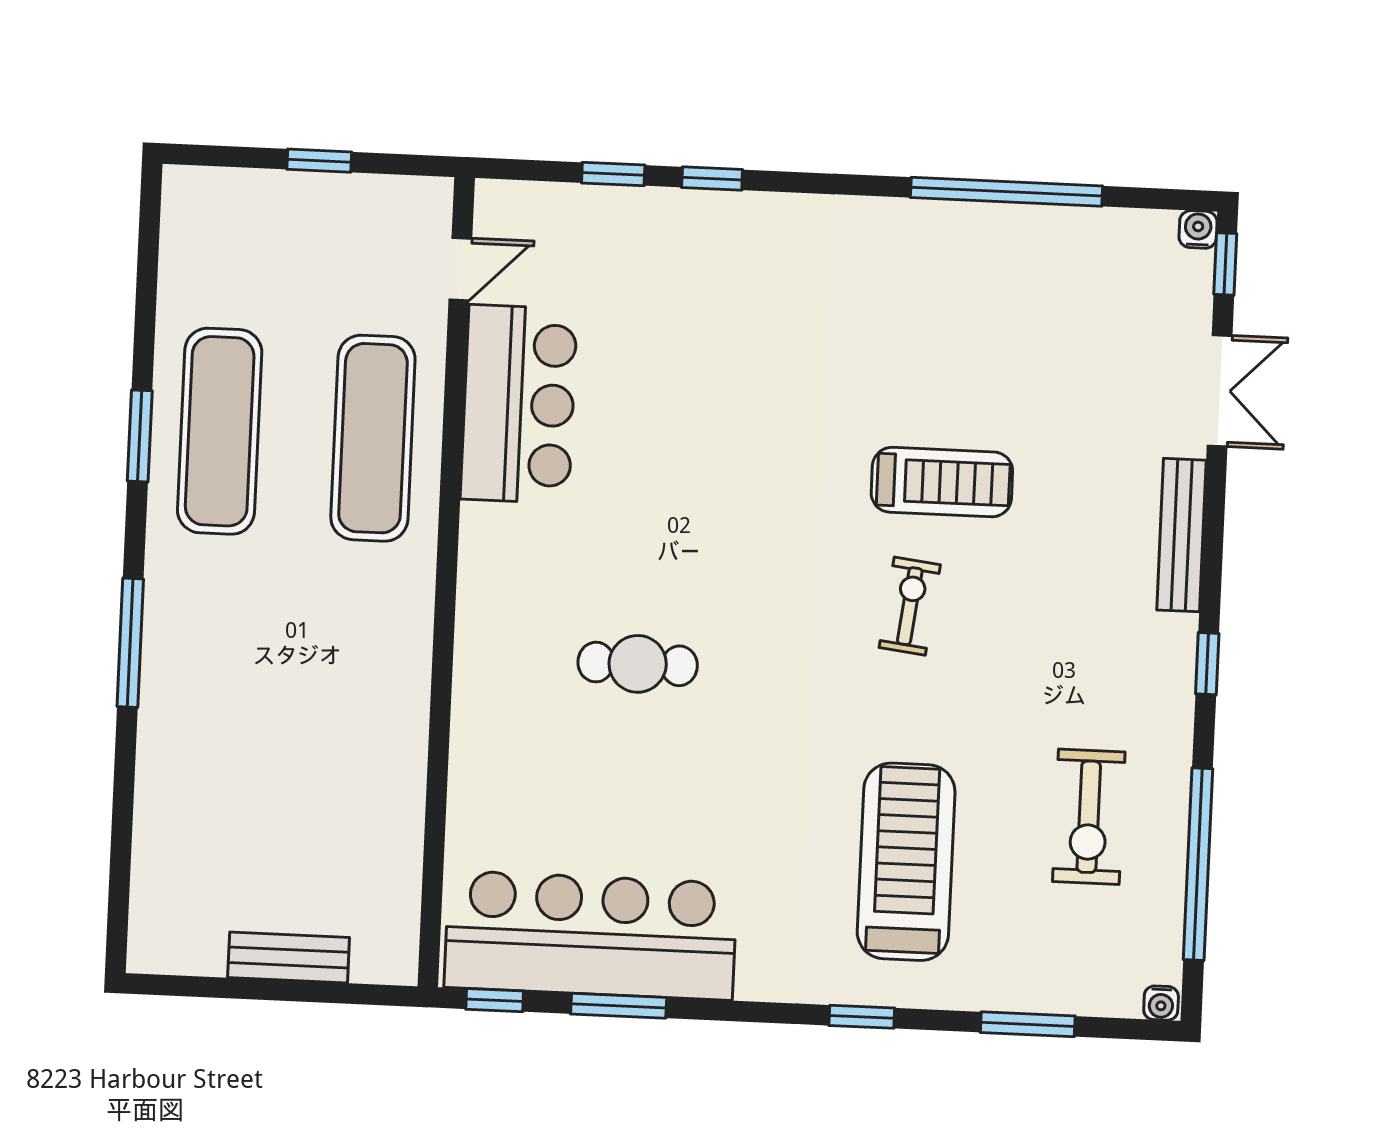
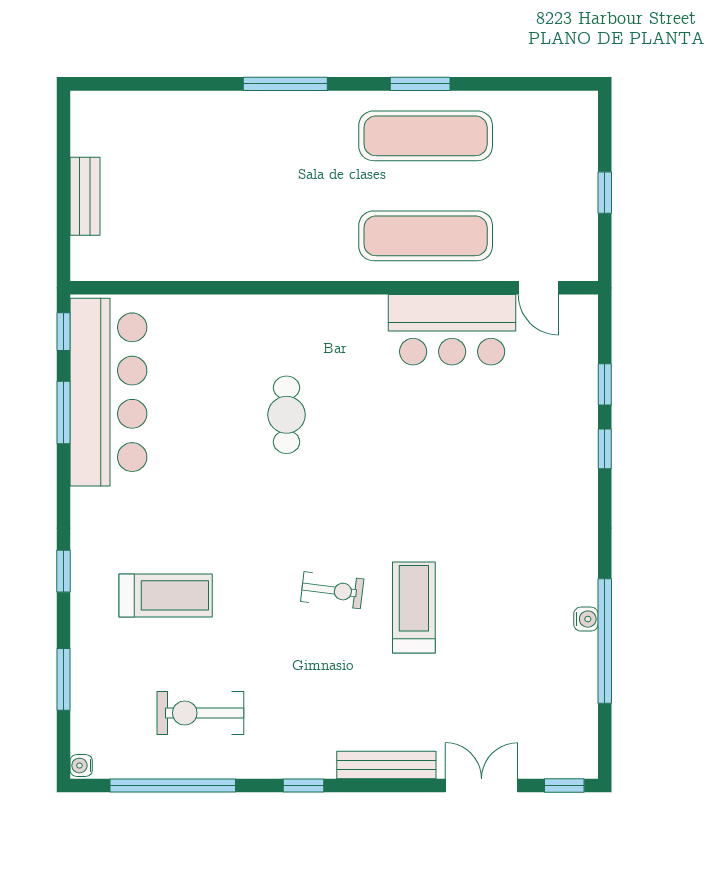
water cooler: (1198, 229) -> (586, 619), moved
double door: (1220, 391) -> (482, 786), swing flipped
treadmill: (942, 482) -> (414, 607), turned 180
treadmill: (906, 862) -> (166, 595), width x0.73, depth x0.73

